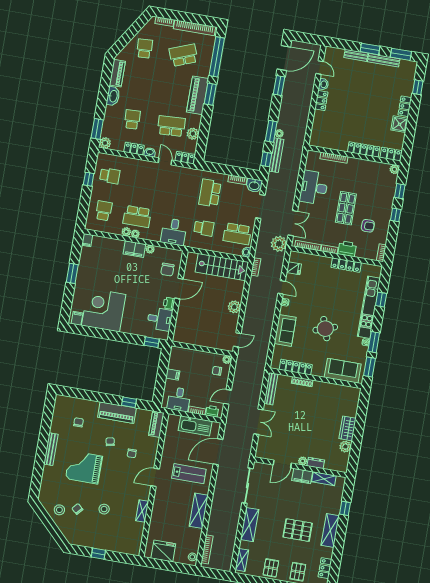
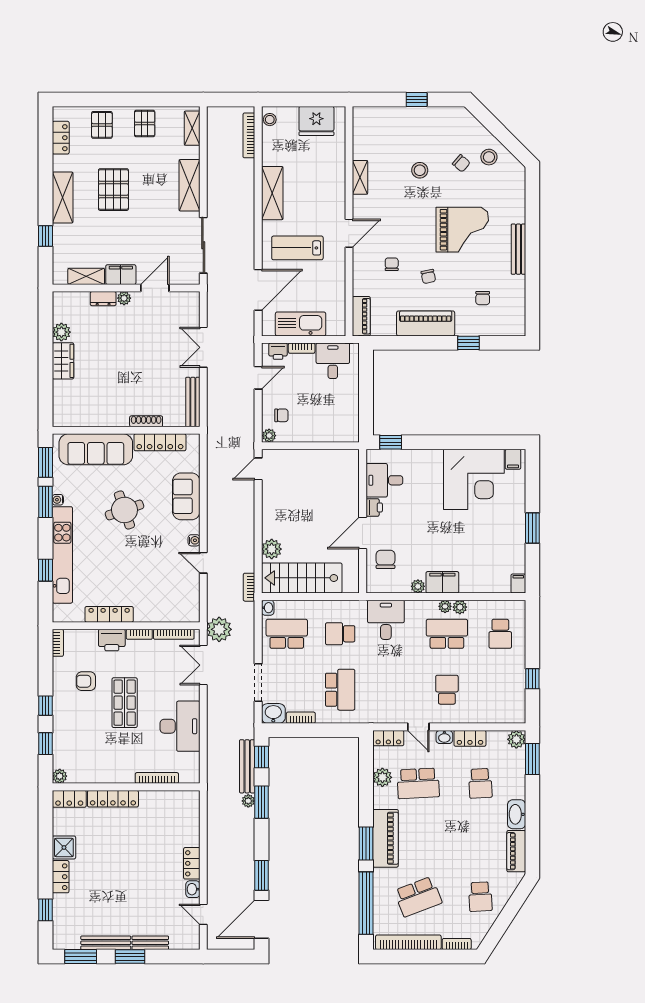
school desk: (110, 176) -> (447, 690), moved, turned 90
fridge: (294, 268) -> (189, 595), removed
plant: (234, 307) -> (272, 549), moved
sofa: (343, 371) -> (96, 449), width x1.36
filing cabinet: (173, 375) -> (349, 398), removed
window: (129, 402) -> (468, 343), moved
pallet: (298, 530) -> (113, 190), turned 90

